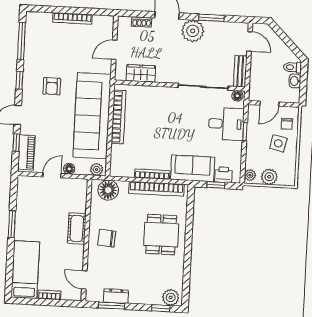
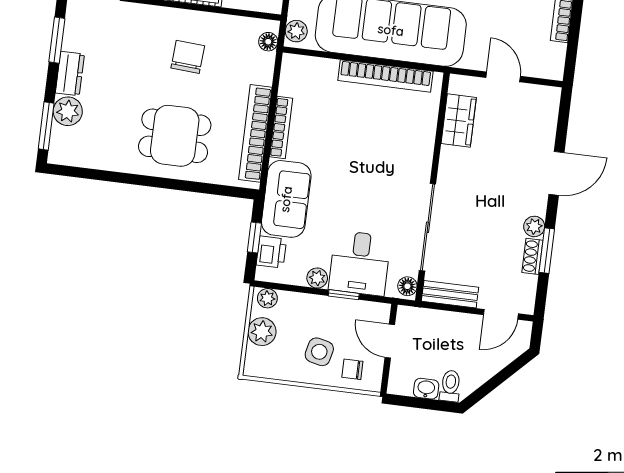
shoe rack: (142, 22) -> (532, 256), moved
plant: (193, 31) -> (534, 226), width x0.53, depth x0.53
plant: (236, 148) -> (317, 278), added
floor lamp: (108, 190) -> (268, 42), width x0.53, depth x0.53
chair: (107, 238) -> (188, 57), moved
dresser: (116, 296) -> (70, 74), moved
plant: (171, 297) -> (68, 111), moved
window: (161, 308) -> (46, 126), width x1.50

